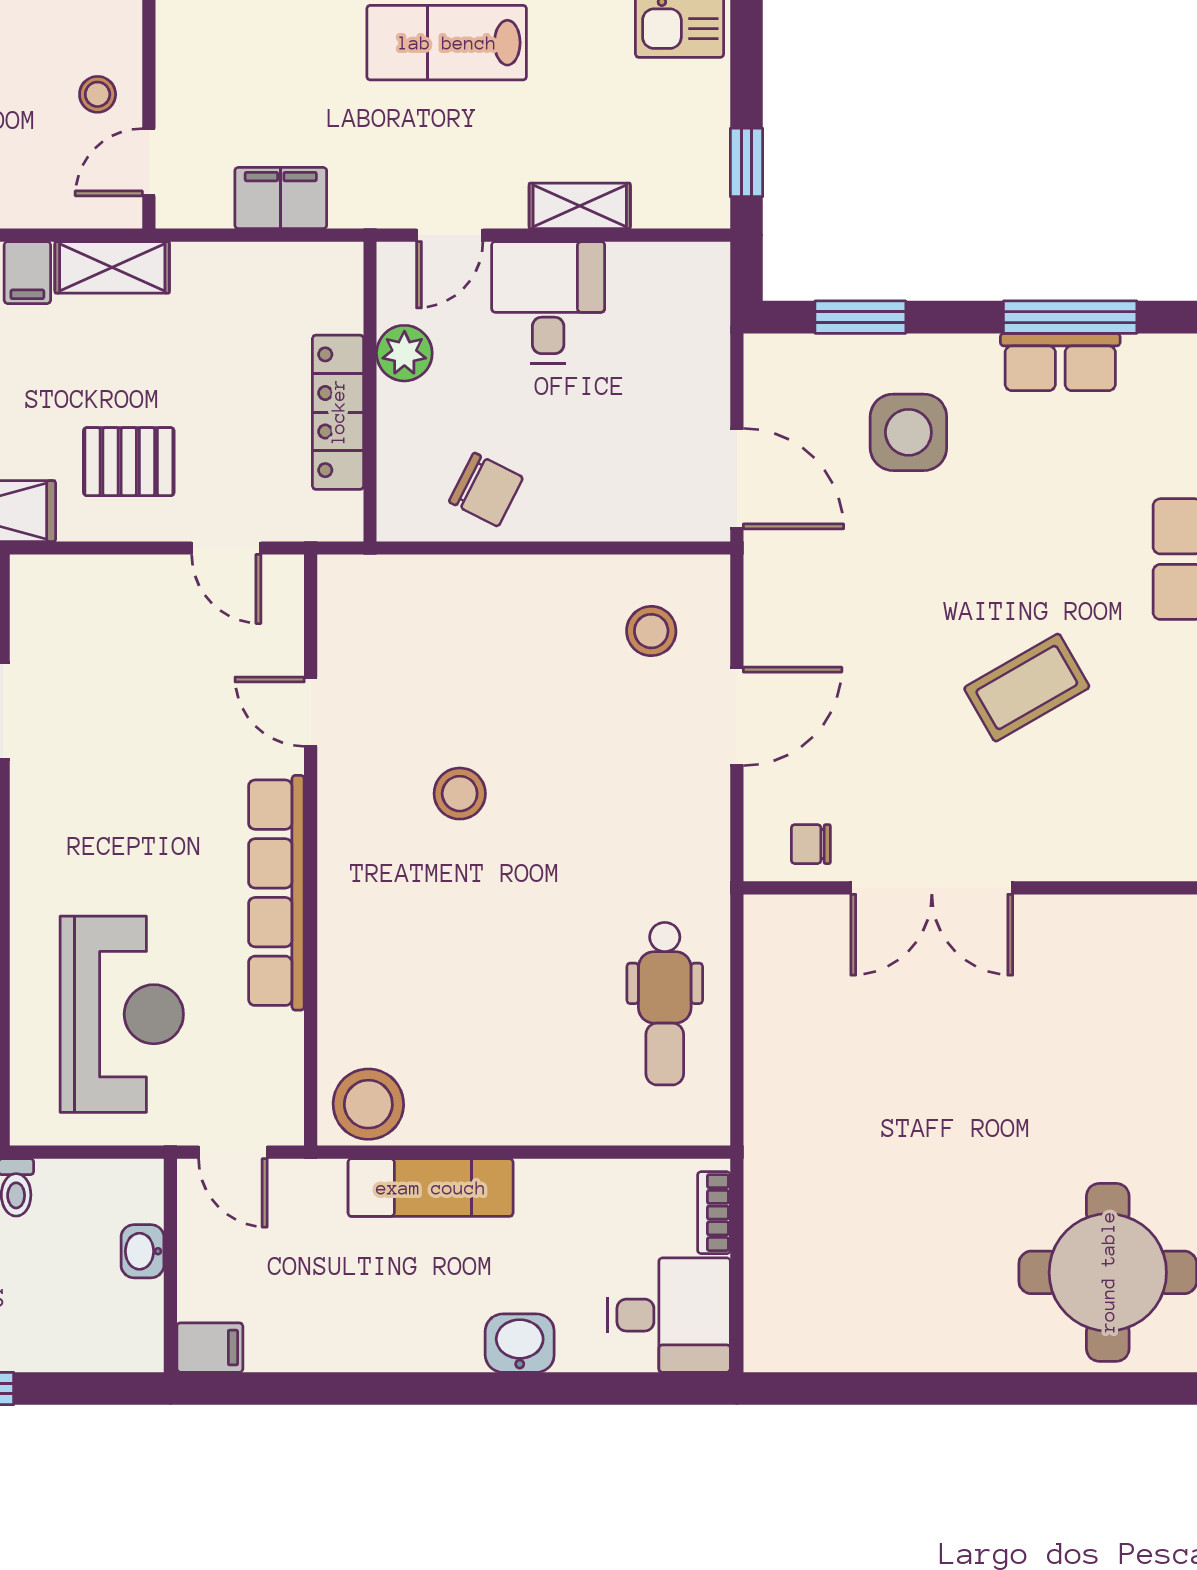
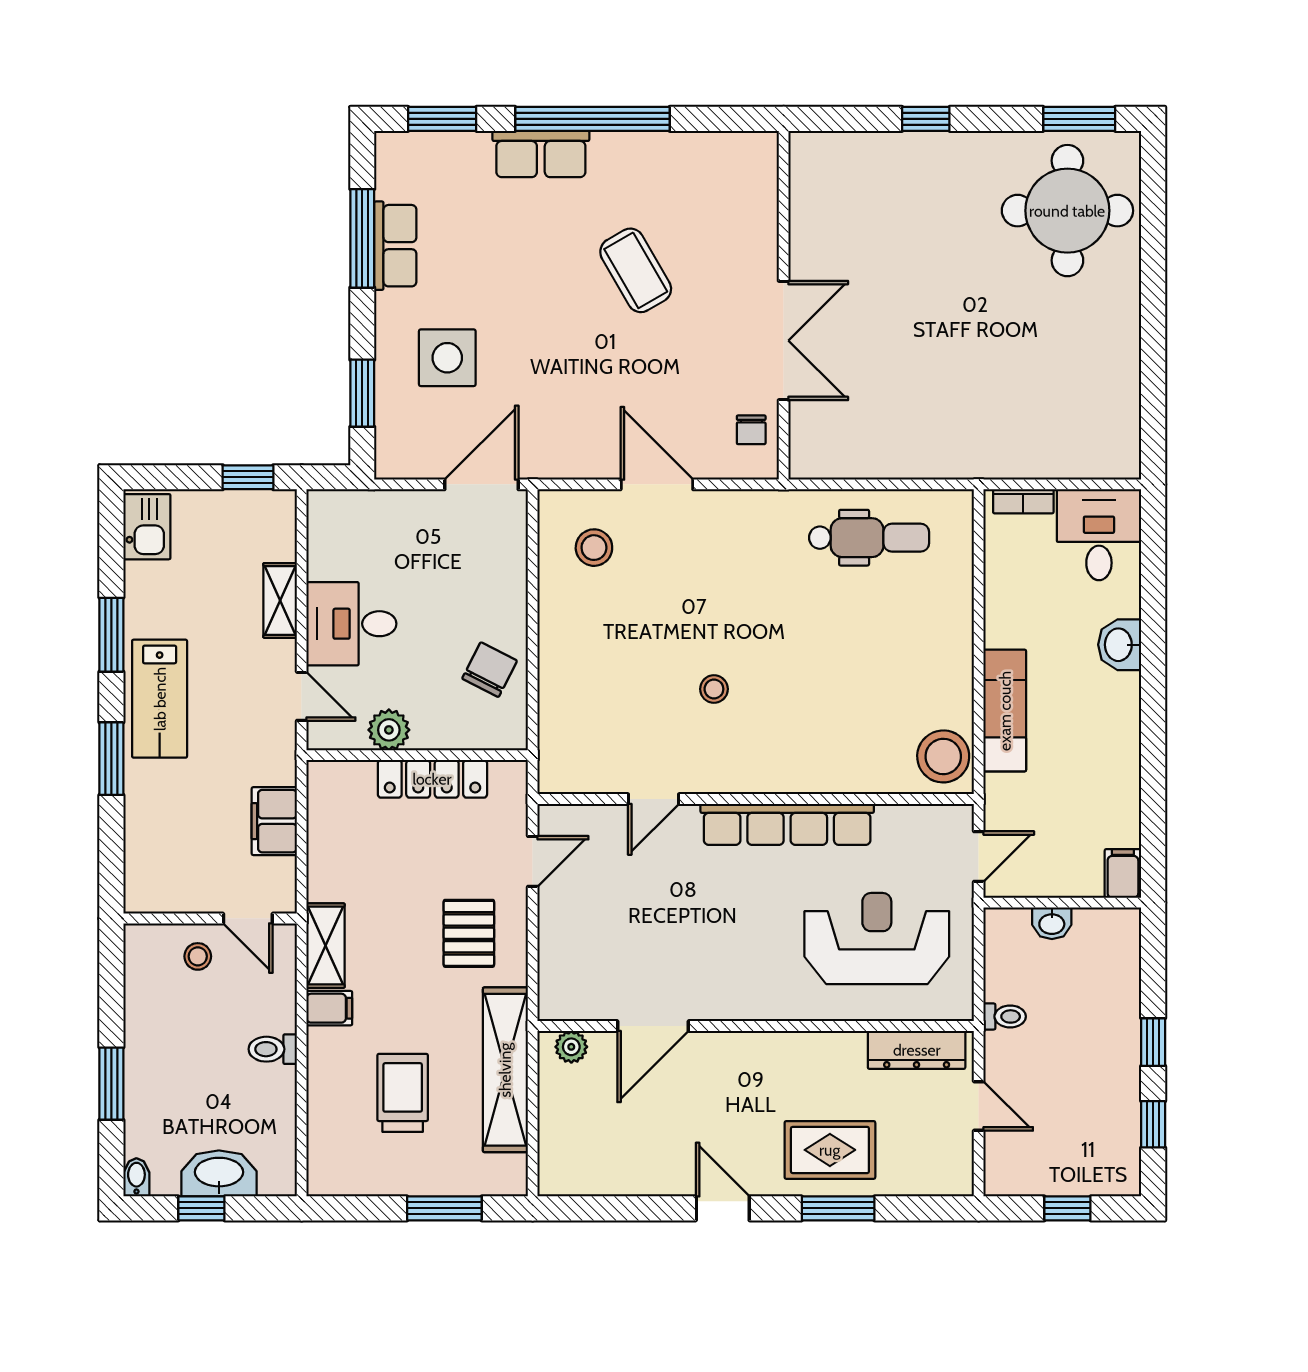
stool: (460, 794) -> (714, 689), width x0.73, depth x0.73

